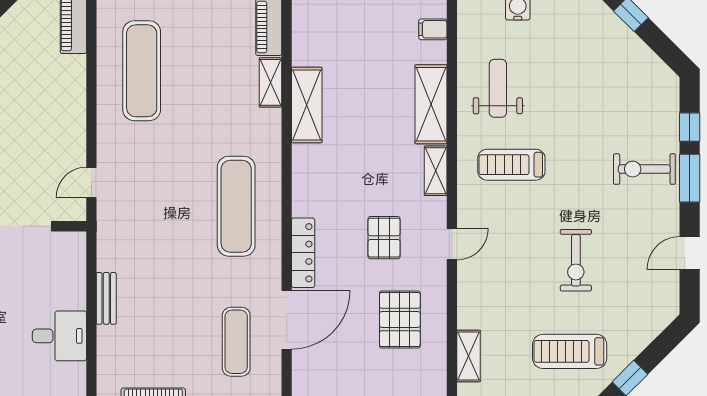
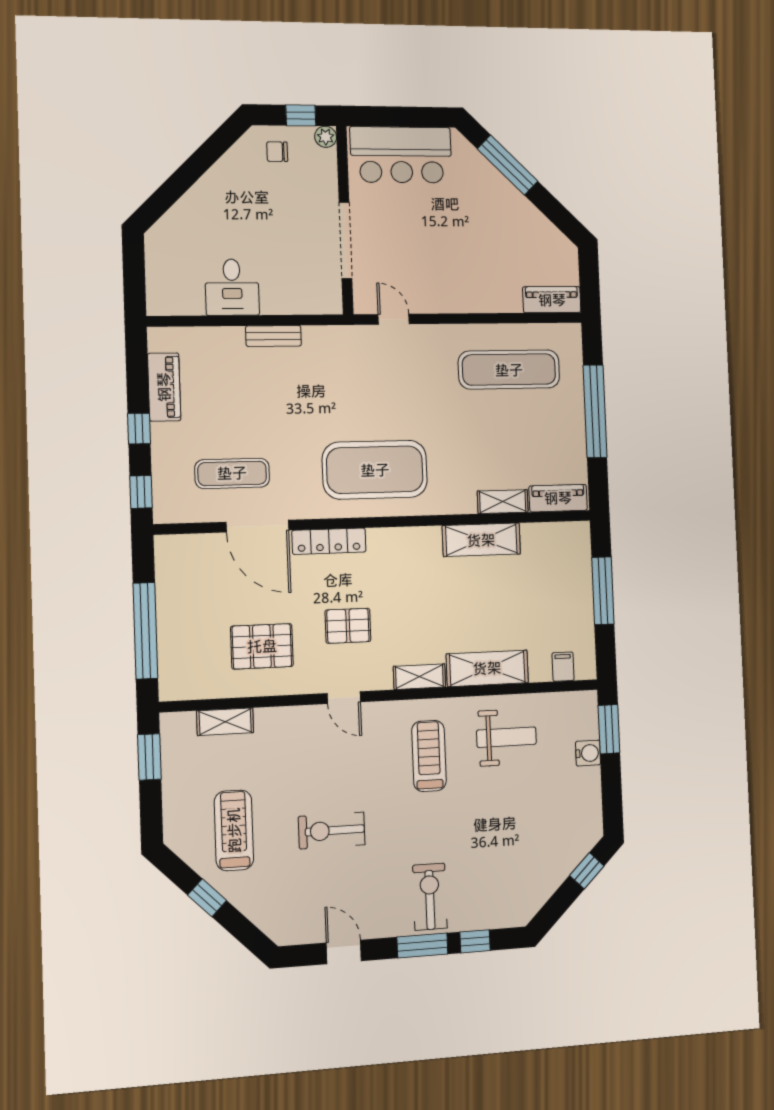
exercise mat: (236, 206) -> (375, 470), width x1.47

